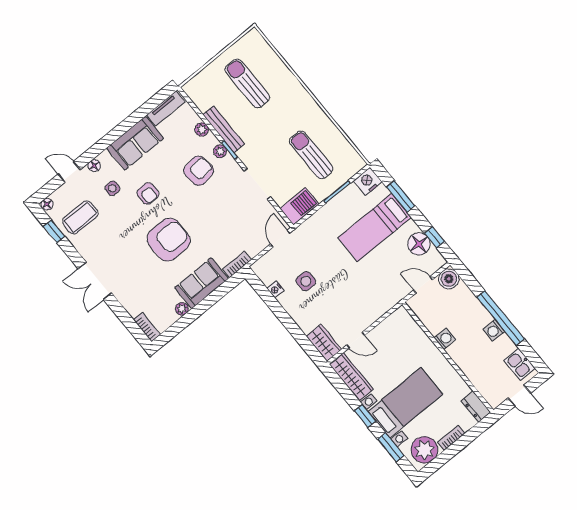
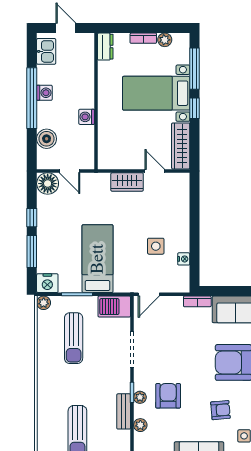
bench: (224, 129) -> (124, 411), width x0.73
plant: (358, 163) -> (44, 303), added
armchair: (199, 171) -> (168, 396), turned 97
armchair: (148, 193) -> (220, 410), turned 85
bed: (375, 227) -> (98, 259), moved, turned -90
window: (434, 237) -> (32, 218), moved
floor lamp: (419, 244) -> (48, 184), moved
boiler: (449, 279) -> (47, 139), moved
wardrobe: (324, 343) -> (127, 182), moved, turned -90
window: (391, 447) -> (195, 69), width x1.44
plant: (424, 450) -> (165, 40), width x0.53, depth x0.53

